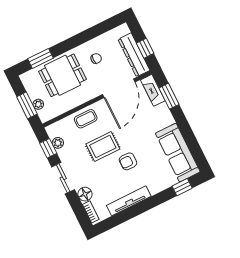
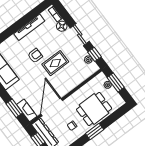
window: (40, 58) -> (95, 132), moved
coffee table: (86, 119) -> (71, 81), removed

